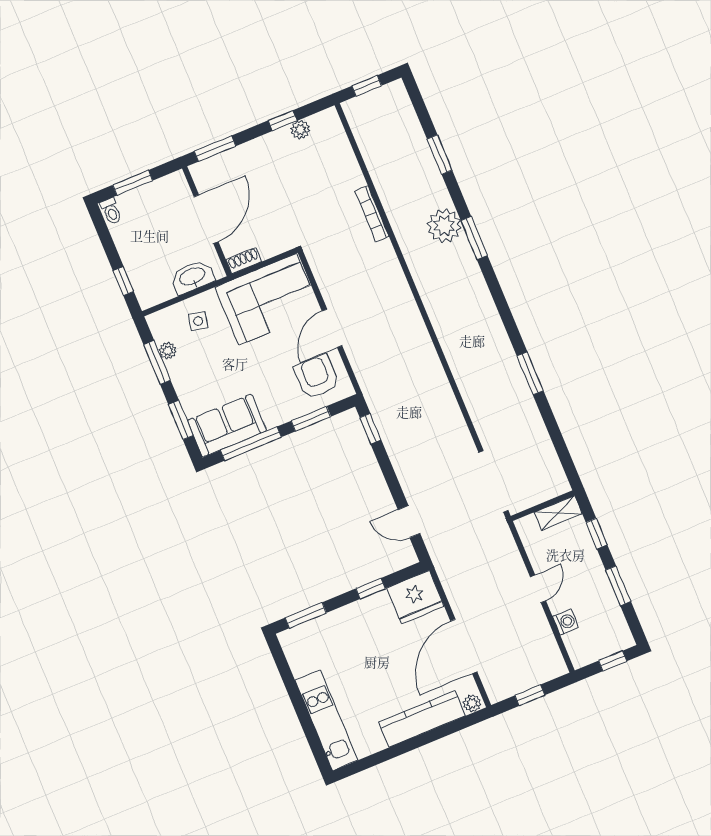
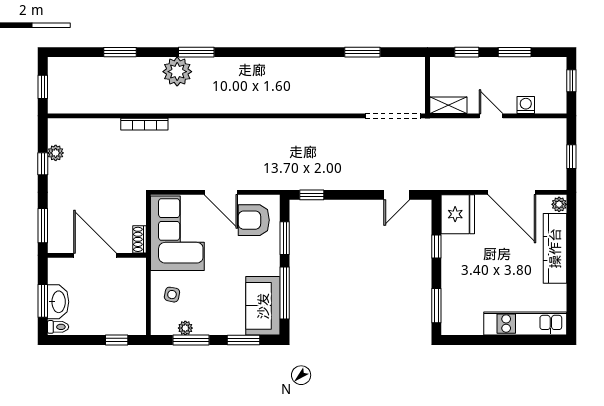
washbasin: (192, 277) -> (58, 302), moved, turned 180
window: (530, 373) -> (362, 52), moved
shelving: (558, 513) -> (448, 105), moved, turned 90

